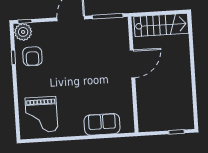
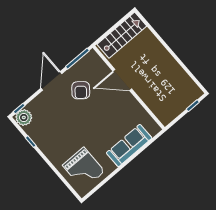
armchair: (32, 56) -> (81, 90), moved, turned 39
door: (132, 64) -> (122, 80), swing flipped
sofa: (102, 124) -> (129, 145), width x1.36

